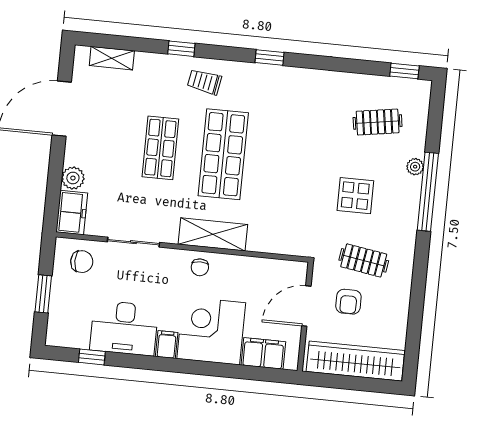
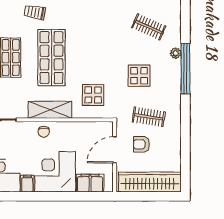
clothes rail: (378, 122) -> (149, 27), turned 33
display table: (282, 218) -> (93, 95), added
armchair: (348, 302) -> (141, 144), turned 90

